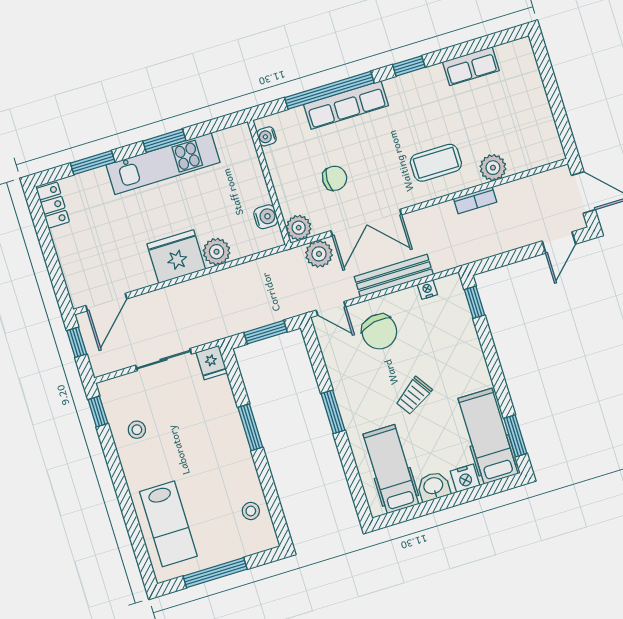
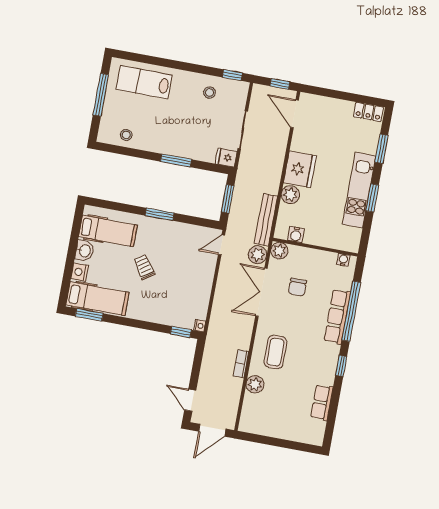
bench: (394, 276) -> (266, 220), moved
nightstand: (427, 290) -> (200, 326), moved
chair: (379, 332) -> (193, 266), removed

